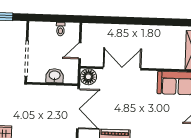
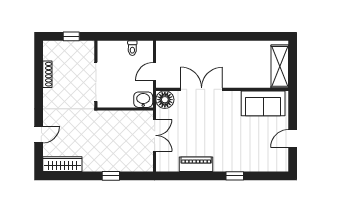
washbasin: (55, 76) -> (143, 100), moved
double door: (78, 109) -> (155, 135), width x0.73

